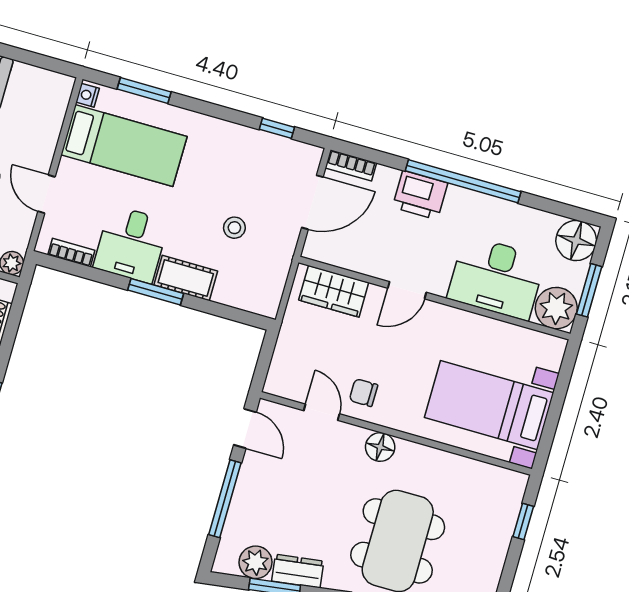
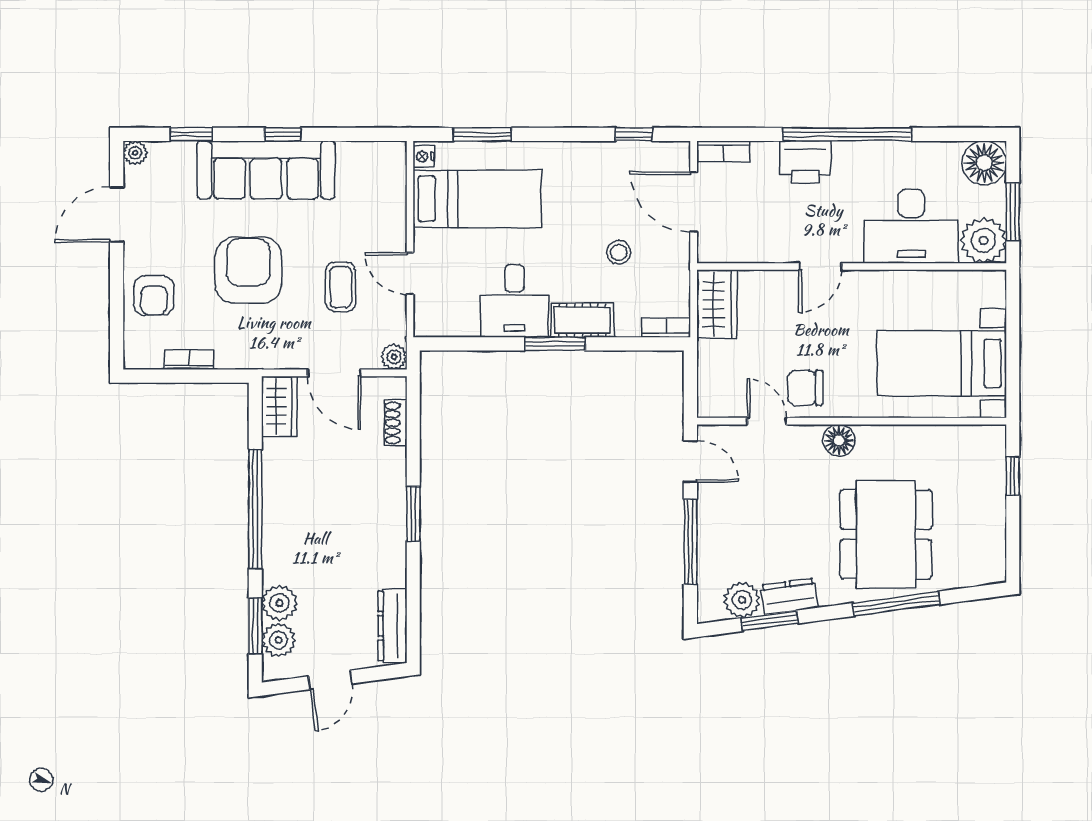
door: (312, 202) -> (694, 202), swing flipped
bookcase: (71, 253) -> (666, 328), moved
wardrobe: (334, 291) -> (717, 304), moved, turned -90
chair: (364, 393) -> (805, 388), width x1.37, depth x1.37

